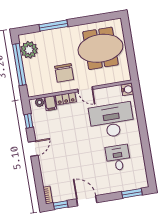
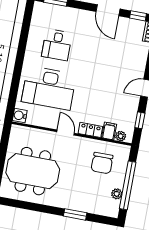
window: (53, 26) -> (75, 214), width x0.69
plant: (29, 50) -> (117, 194), width x0.53, depth x0.53
chair: (64, 73) -> (102, 163), moved, turned 180

